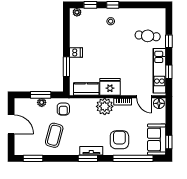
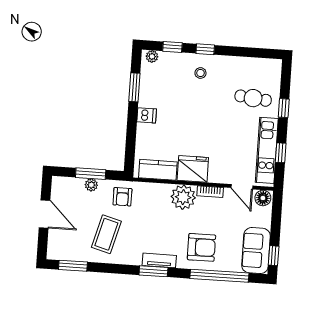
window: (66, 67) -> (134, 87), moved
armchair: (119, 140) -> (201, 247), turned 90

